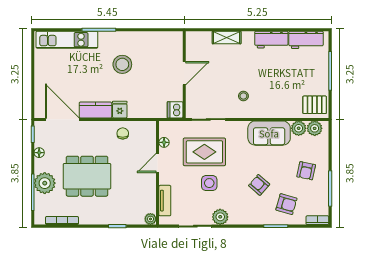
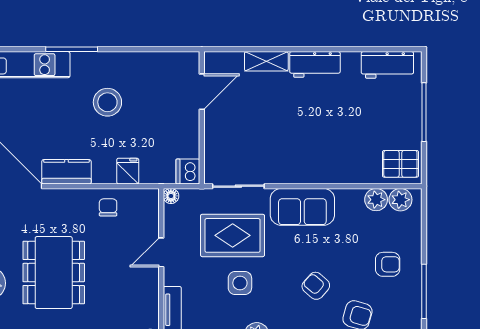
workbench: (271, 40) -> (315, 64), moved
door: (184, 73) -> (202, 92), moved
stool: (243, 96) -> (292, 150), removed
fridge: (120, 110) -> (128, 171), moved
sofa: (269, 133) -> (302, 207), moved
floor lamp: (164, 142) -> (171, 196), moved
armchair: (306, 171) -> (388, 264), turned -102
dining table: (87, 176) -> (54, 273), turned 90

